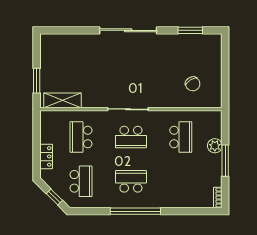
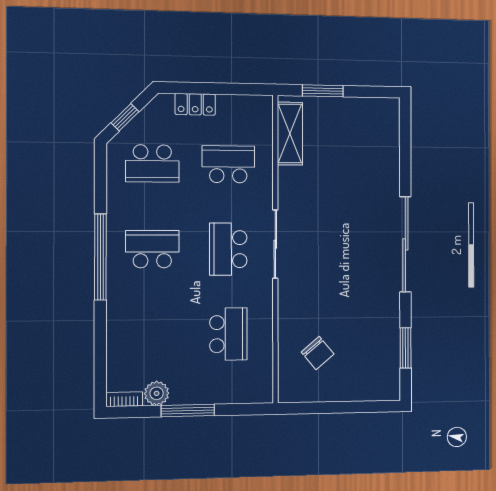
chair: (193, 84) -> (318, 353), turned -99
school desk: (181, 137) -> (228, 334), turned -90
plant: (215, 146) -> (157, 393), moved
school desk: (131, 181) -> (152, 249), turned -90

